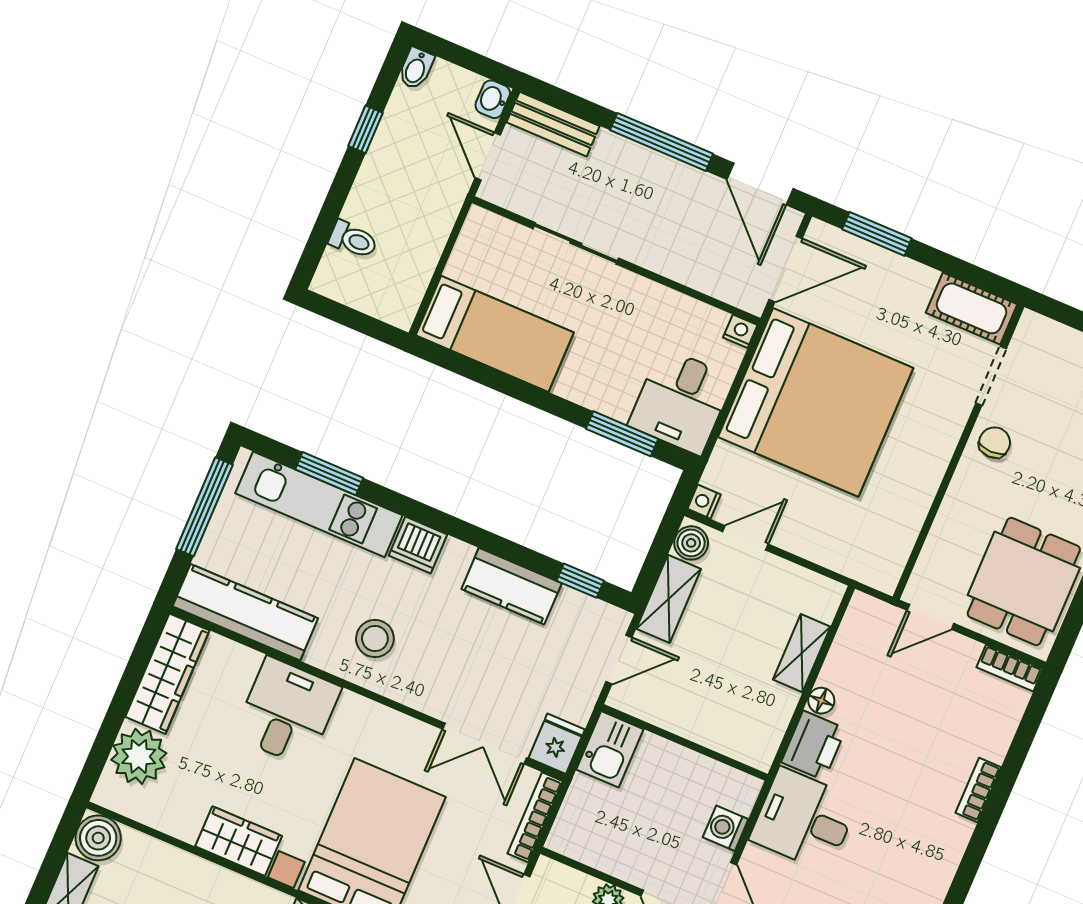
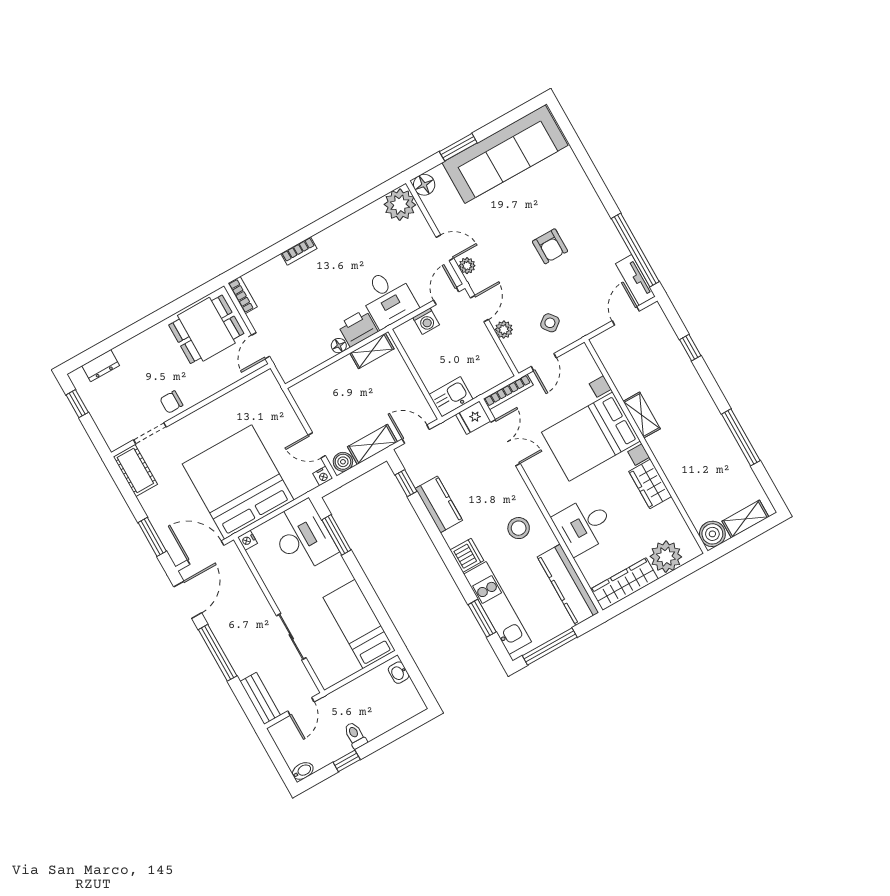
washbasin: (493, 99) -> (399, 673), moved, turned 90
toilet: (353, 240) -> (355, 735), moved
desk: (681, 401) -> (303, 537), width x1.37
door: (930, 617) -> (261, 346), swing flipped
shelving: (802, 653) -> (372, 351), moved

